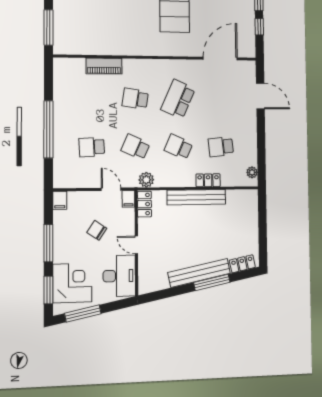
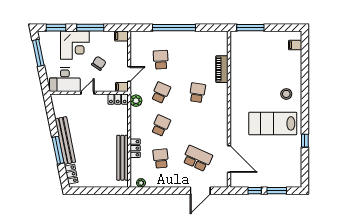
school desk: (178, 99) -> (197, 159), moved
bench: (196, 197) -> (122, 158), moved
corner desk: (72, 283) -> (75, 45), moved

